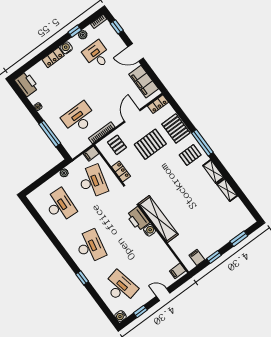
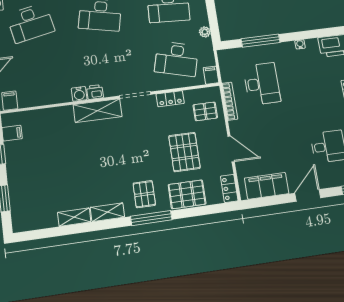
printer: (138, 219) -> (95, 92), width x0.53, depth x0.68
shelving: (158, 219) -> (98, 111), width x0.68

